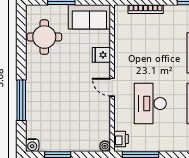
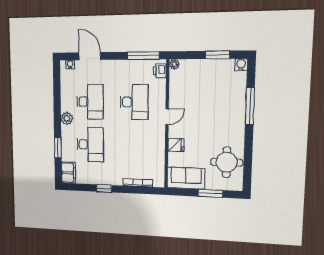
door: (112, 87) -> (167, 117), hinge flipped

